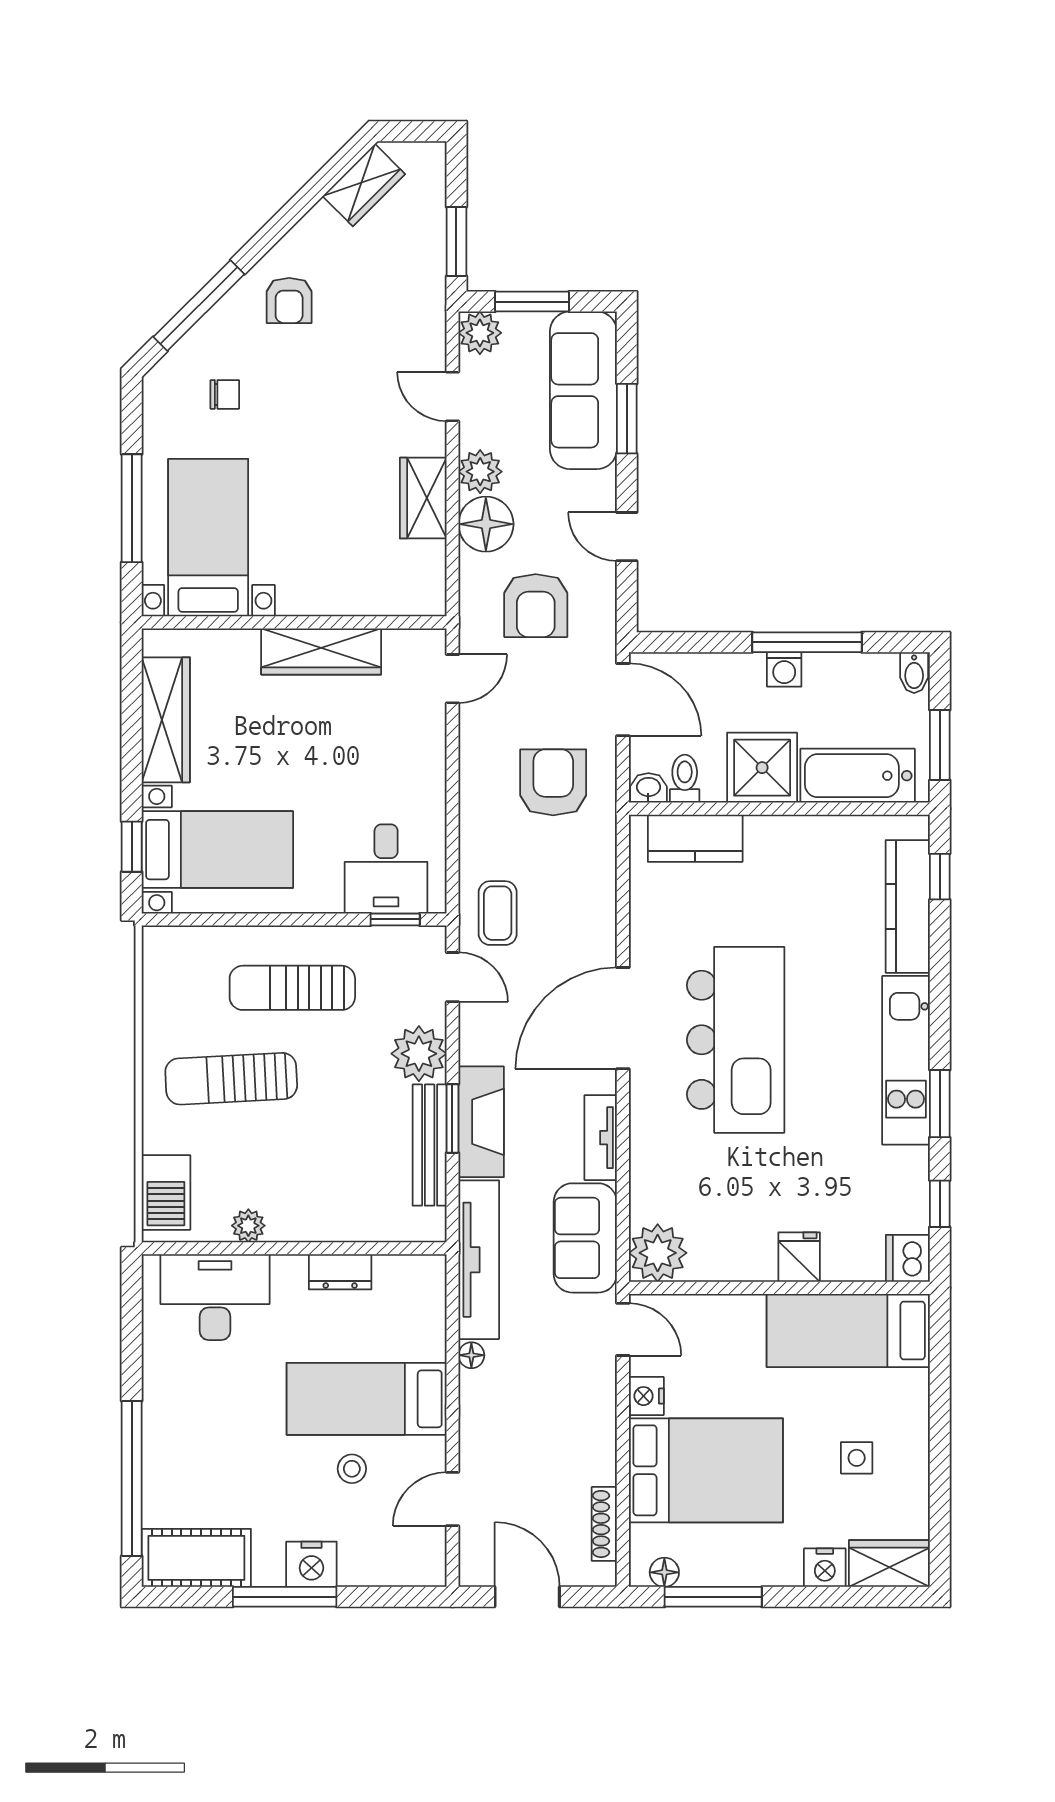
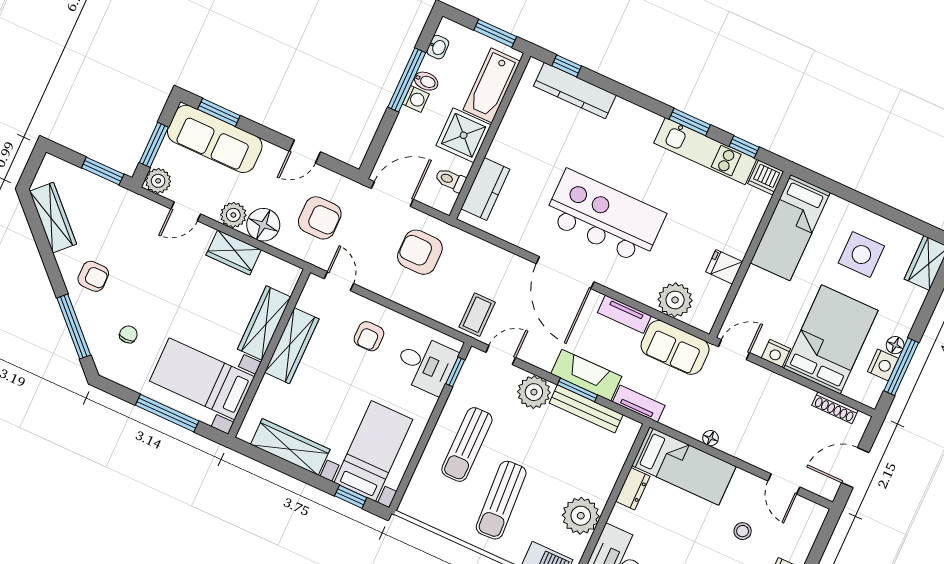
wardrobe: (364, 185) -> (53, 218), width x1.50
window: (627, 419) -> (219, 112), moved
wardrobe: (337, 594) -> (264, 323), added
bidet: (914, 673) -> (426, 81), moved
armchair: (389, 763) -> (369, 336), added
washbasin: (648, 788) -> (438, 47), moved, turned 180
coffee table: (498, 913) -> (477, 315), turned 90
kitchen unit: (906, 1060) -> (705, 151), moved
plant: (248, 1226) -> (581, 516), width x1.87, depth x1.87
plant: (658, 1253) -> (675, 300), moved
fridge: (799, 1257) -> (724, 267), moved
tv unit: (479, 1260) -> (639, 404), width x0.52, depth x0.78
bed: (367, 1399) -> (684, 466), moved, turned -90
side table: (857, 1458) -> (861, 255), width x1.87, depth x1.87
nightstand: (825, 1568) -> (883, 365), moved
floor lamp: (664, 1572) -> (895, 345), moved

